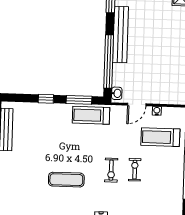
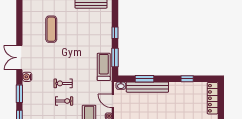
bench: (121, 35) -> (147, 87), moved
window: (109, 62) -> (144, 79), width x0.47
exercise mat: (66, 180) -> (51, 29), moved

